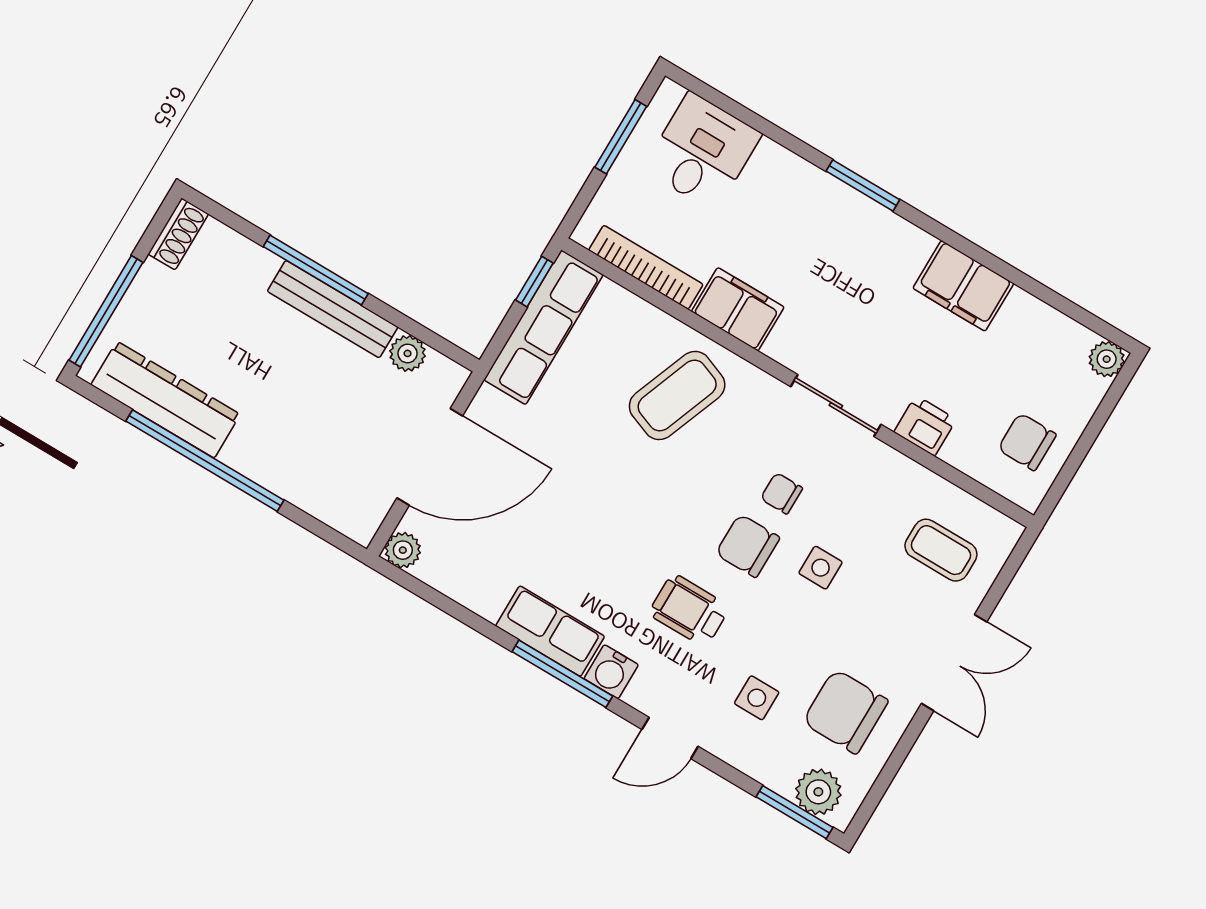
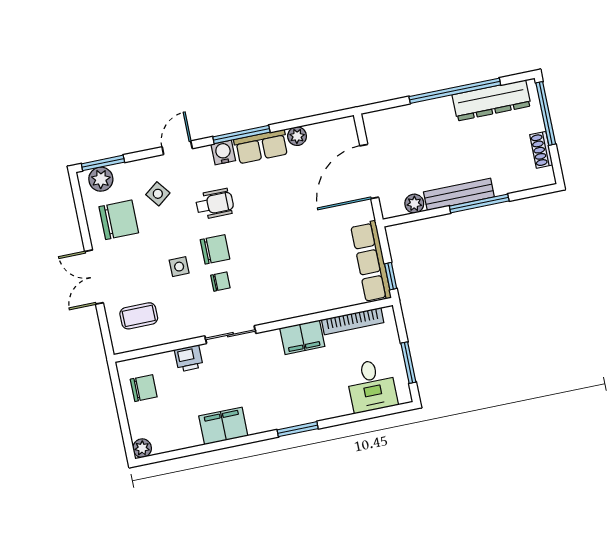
shoe rack: (178, 234) -> (541, 150), moved
coffee table: (677, 396) -> (295, 283), removed
plant: (403, 550) -> (297, 136), moved
side table: (757, 698) -> (158, 194), turned -38

